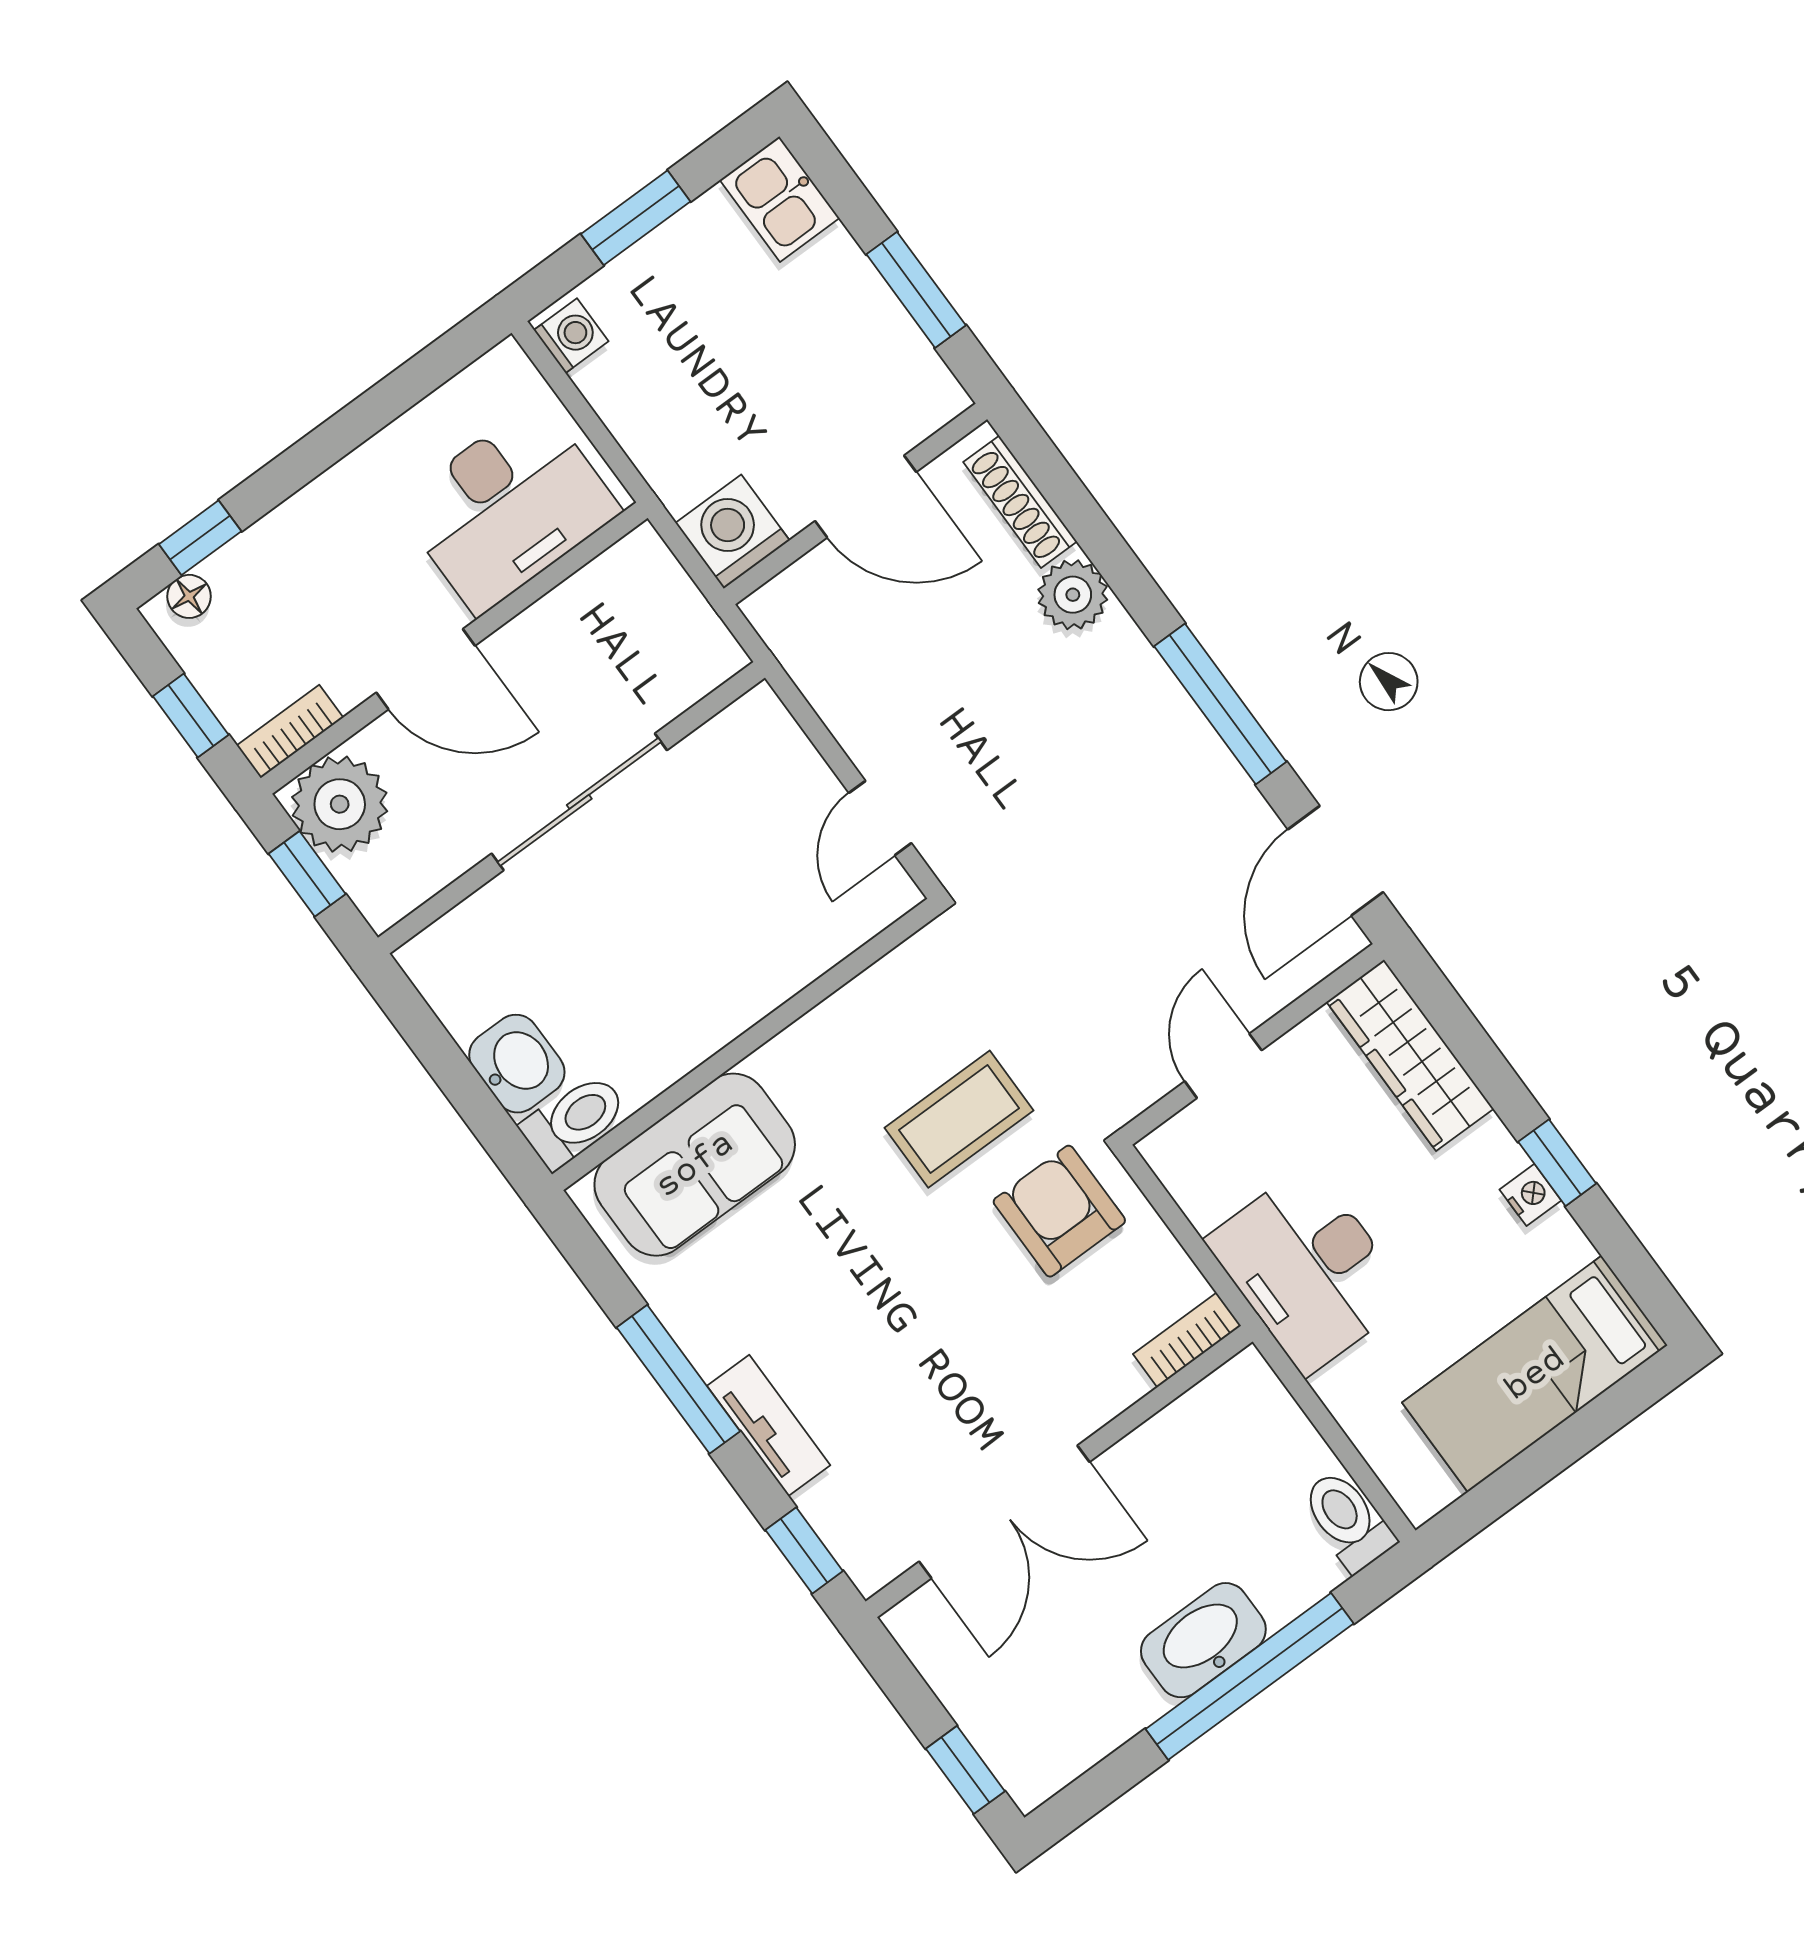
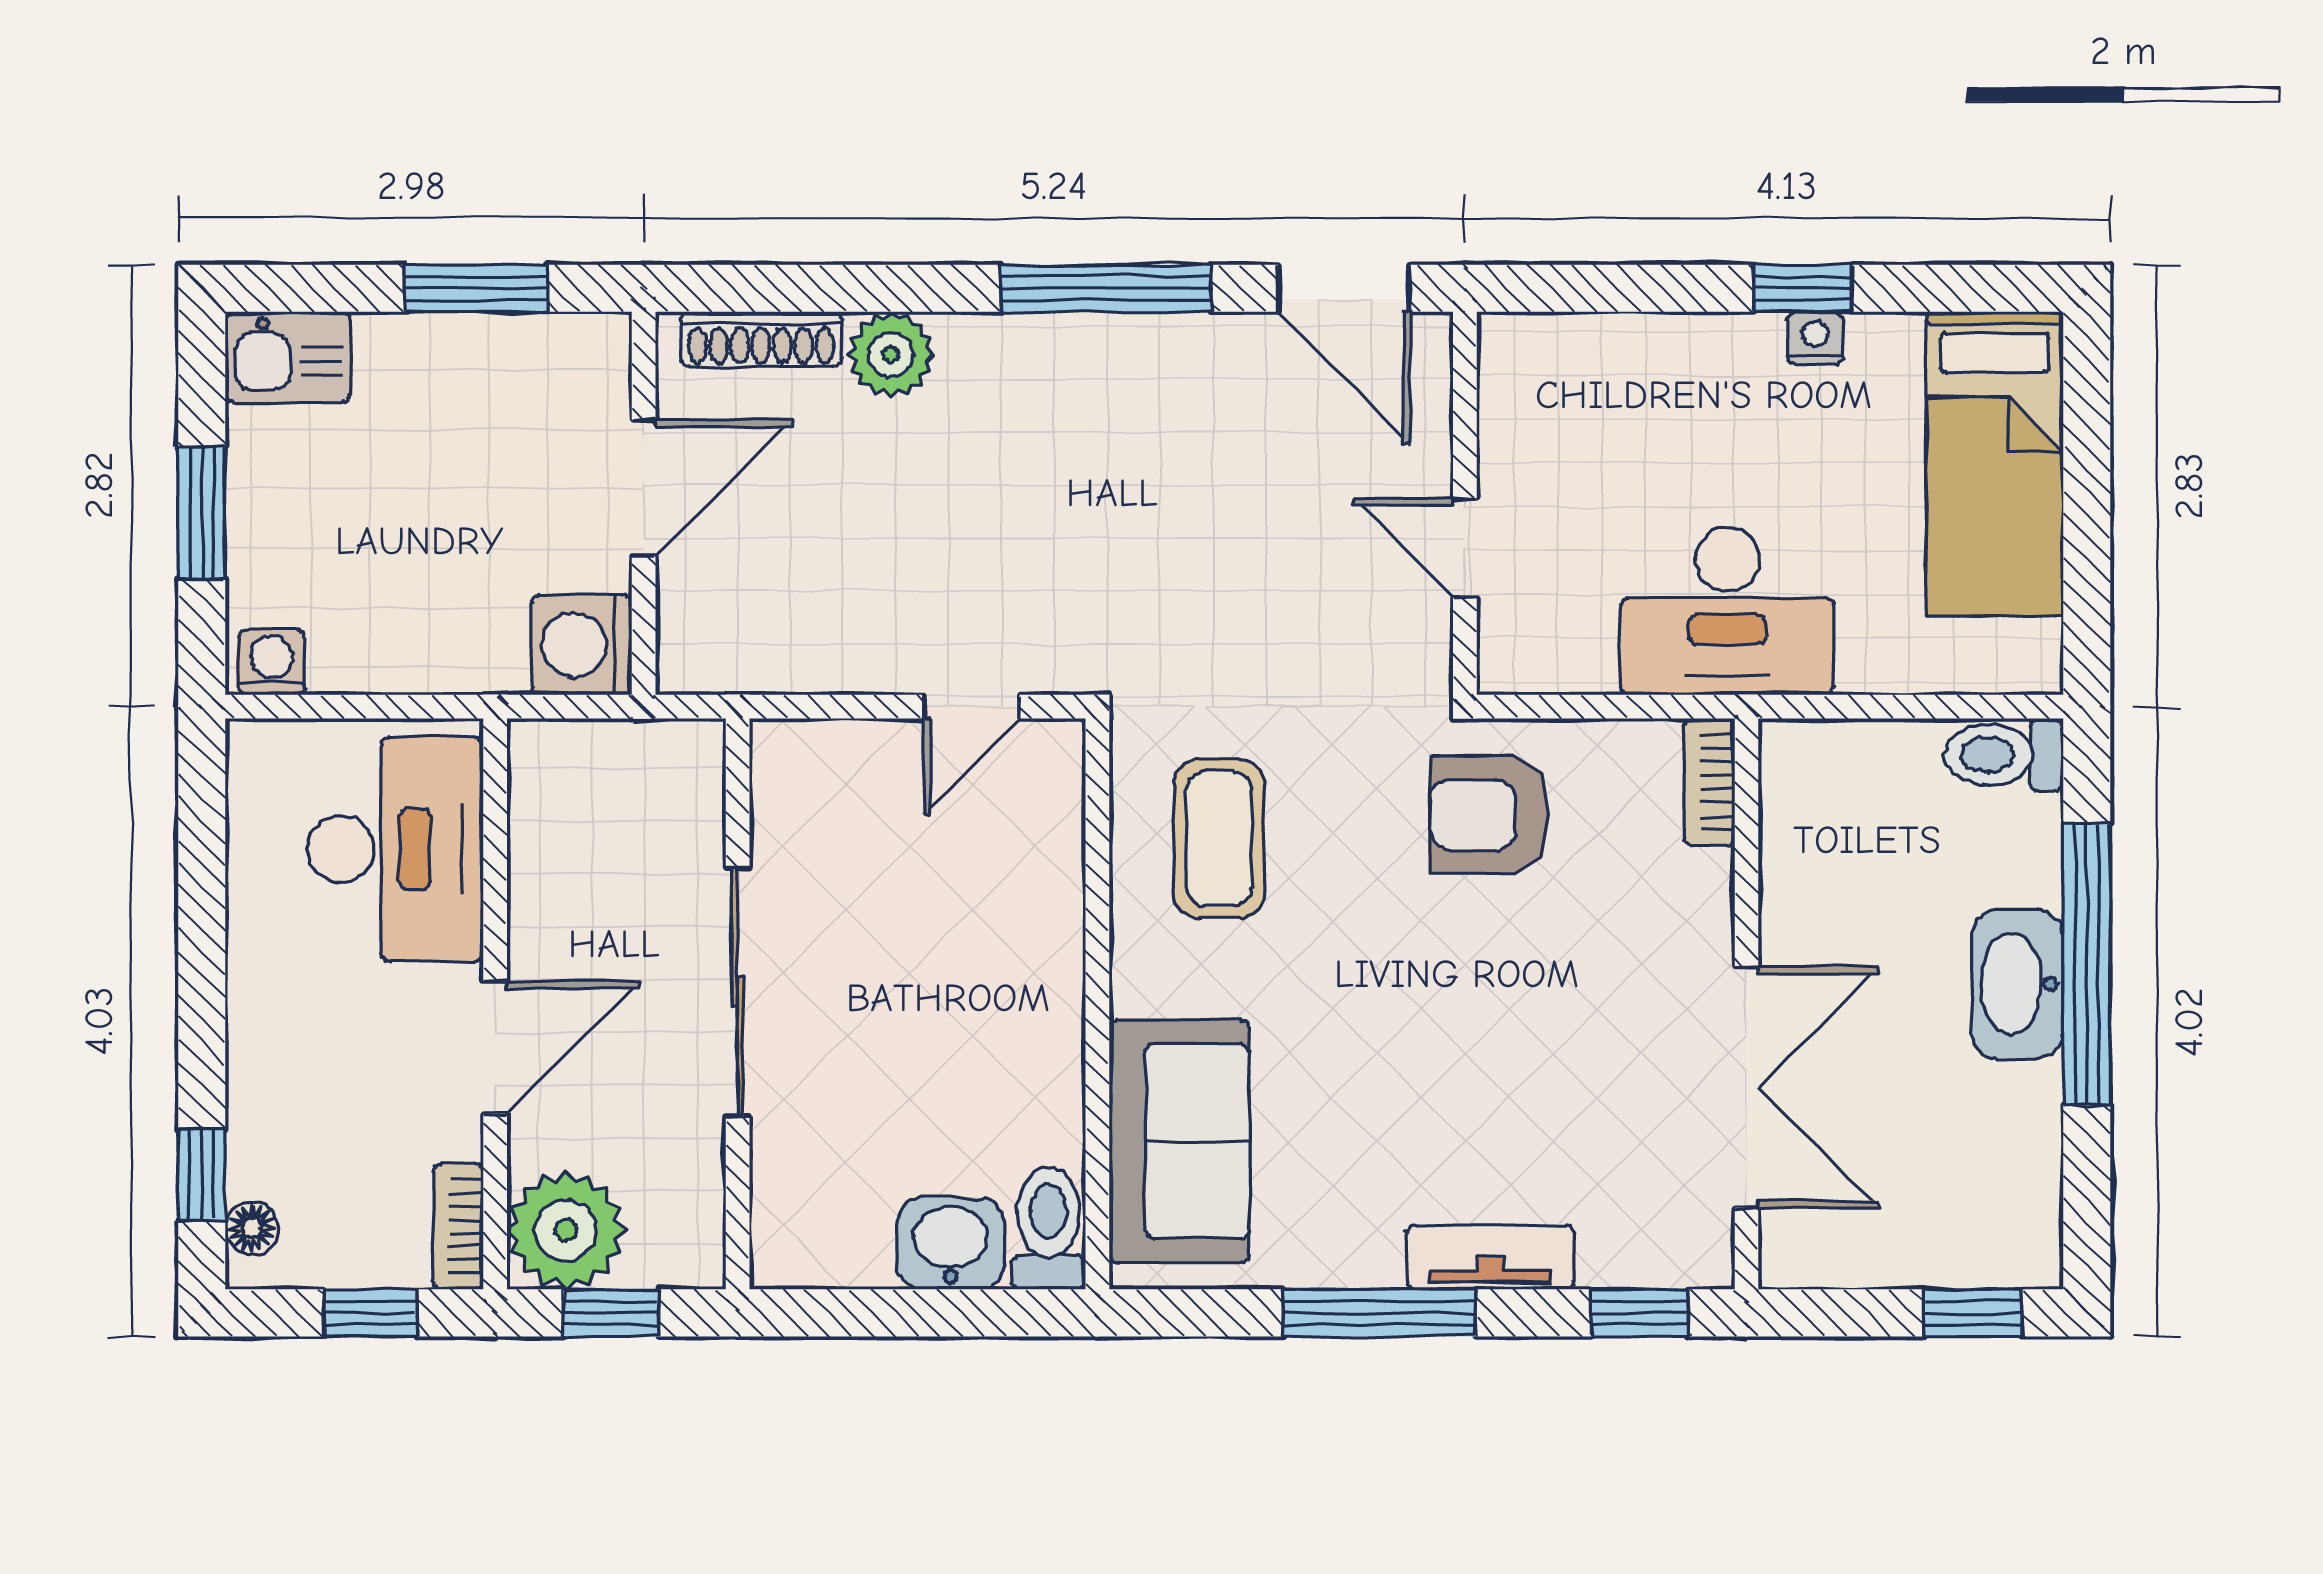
door: (880, 818) -> (972, 707), hinge flipped
wardrobe: (1410, 1055) -> (1590, 356), removed
coffee table: (959, 1119) -> (1219, 839), moved

